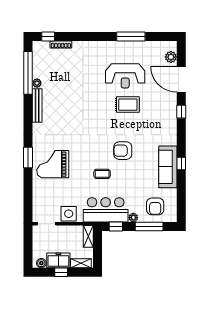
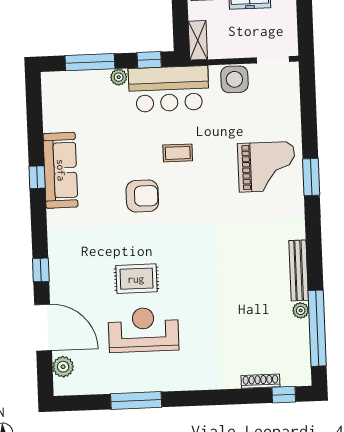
armchair: (155, 206) -> (80, 99), removed

